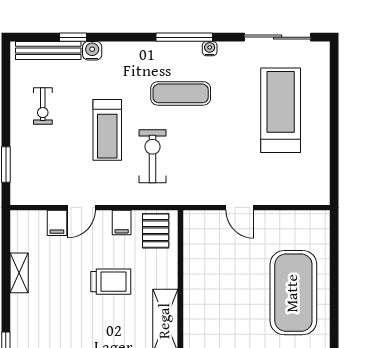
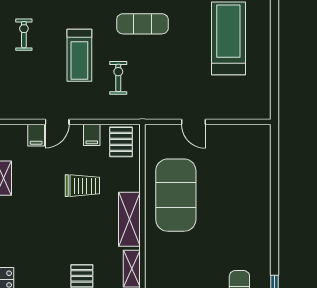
exercise bike: (43, 106) -> (24, 35), turned 180
exercise bike: (153, 156) -> (118, 78), width x0.73, depth x0.72
exercise mat: (293, 293) -> (176, 195), moved

